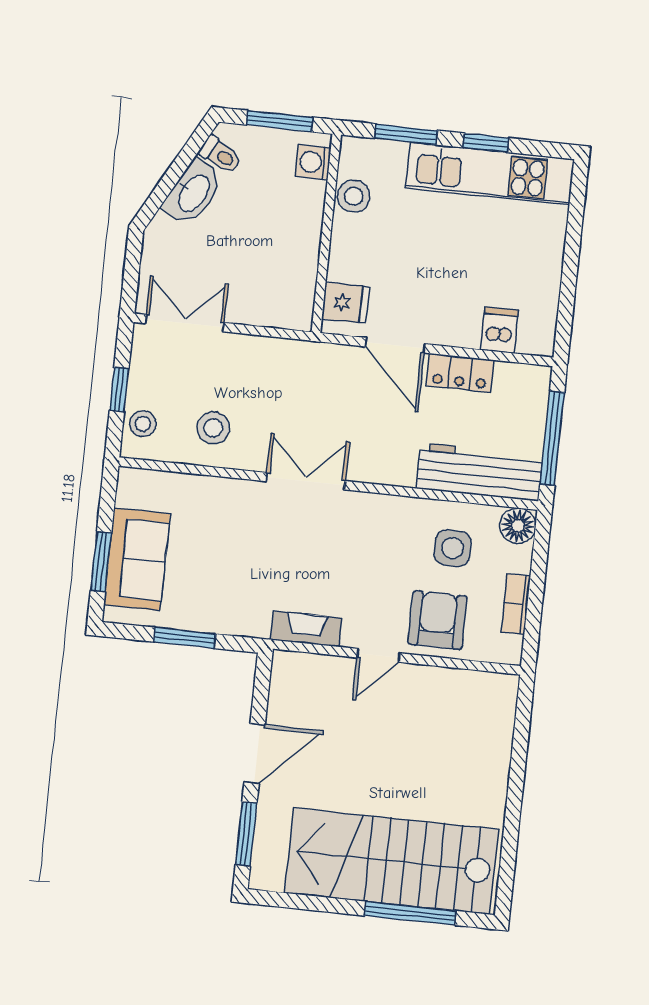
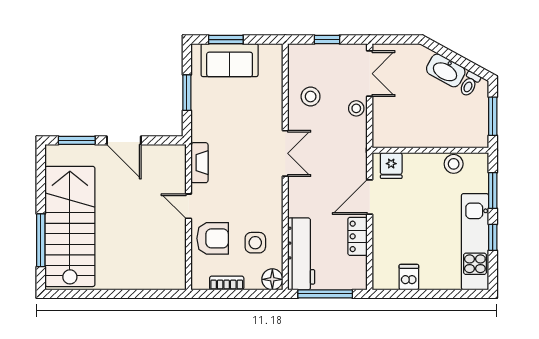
washing machine: (313, 162) -> (471, 138), removed
dishwasher: (500, 330) -> (409, 277), moved, turned -90
stool: (143, 424) -> (356, 108), moved

